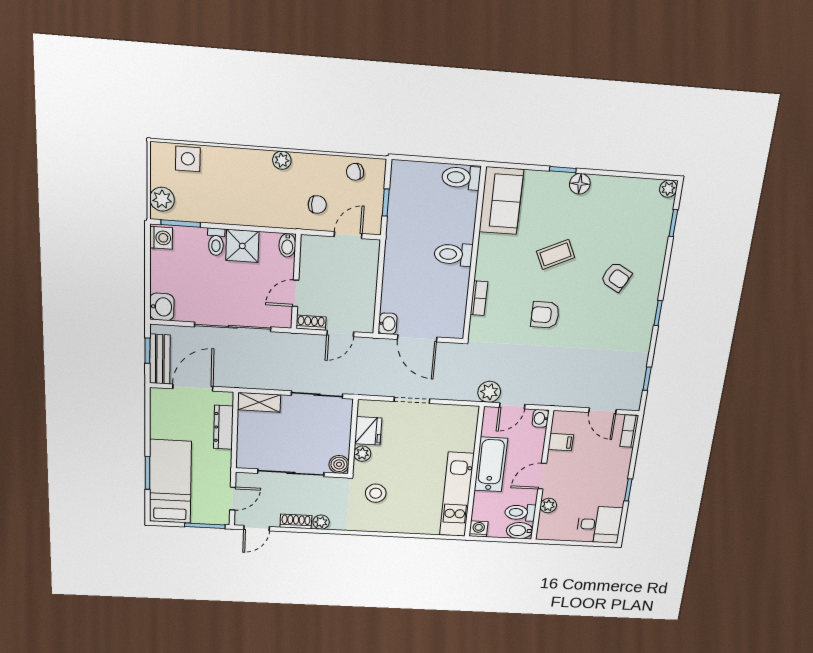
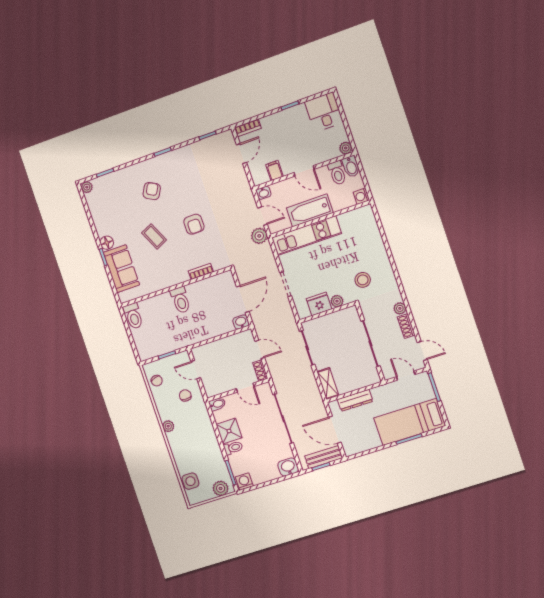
sofa: (501, 201) -> (121, 269), moved, turned 90
boiler: (339, 464) -> (351, 314), removed
kitchen unit: (457, 495) -> (306, 236), moved
plant: (548, 506) -> (346, 148), moved

